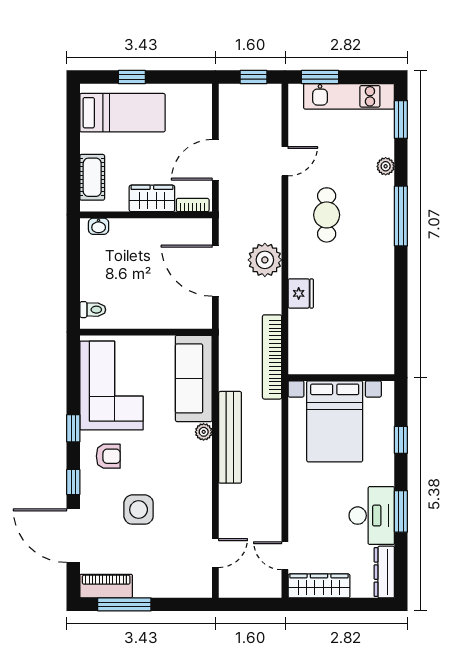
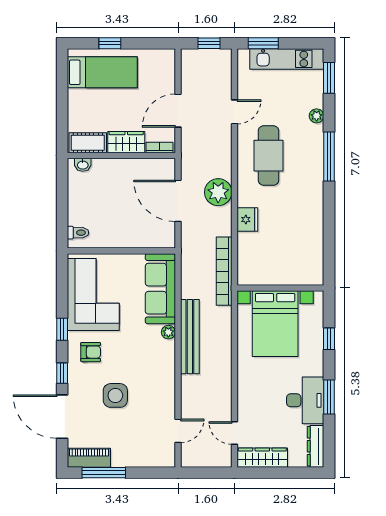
cot: (92, 177) -> (88, 143), moved, turned 90
cafe table: (327, 215) -> (269, 156), width x1.37, depth x1.35

